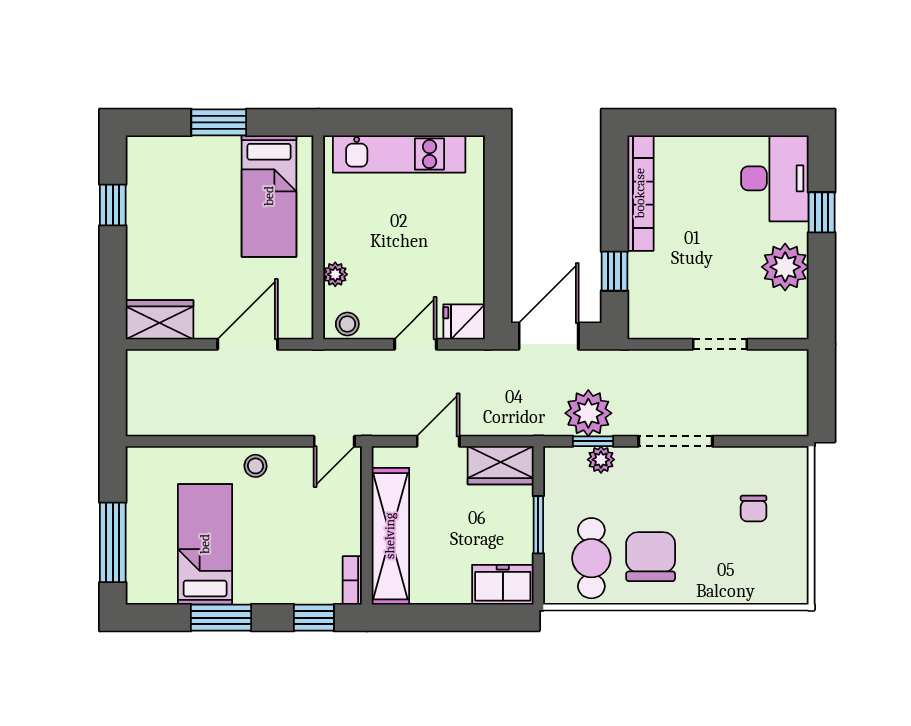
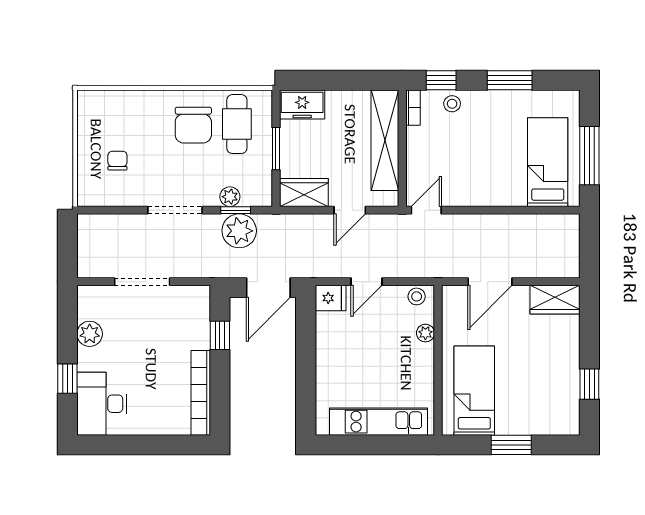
plant: (785, 267) -> (90, 334), width x0.73, depth x0.73
doorway: (720, 344) -> (142, 282), width x1.38
stool: (255, 466) -> (452, 104), moved
window: (113, 542) -> (589, 156), moved
bed: (205, 544) -> (548, 162), moved, turned 180

